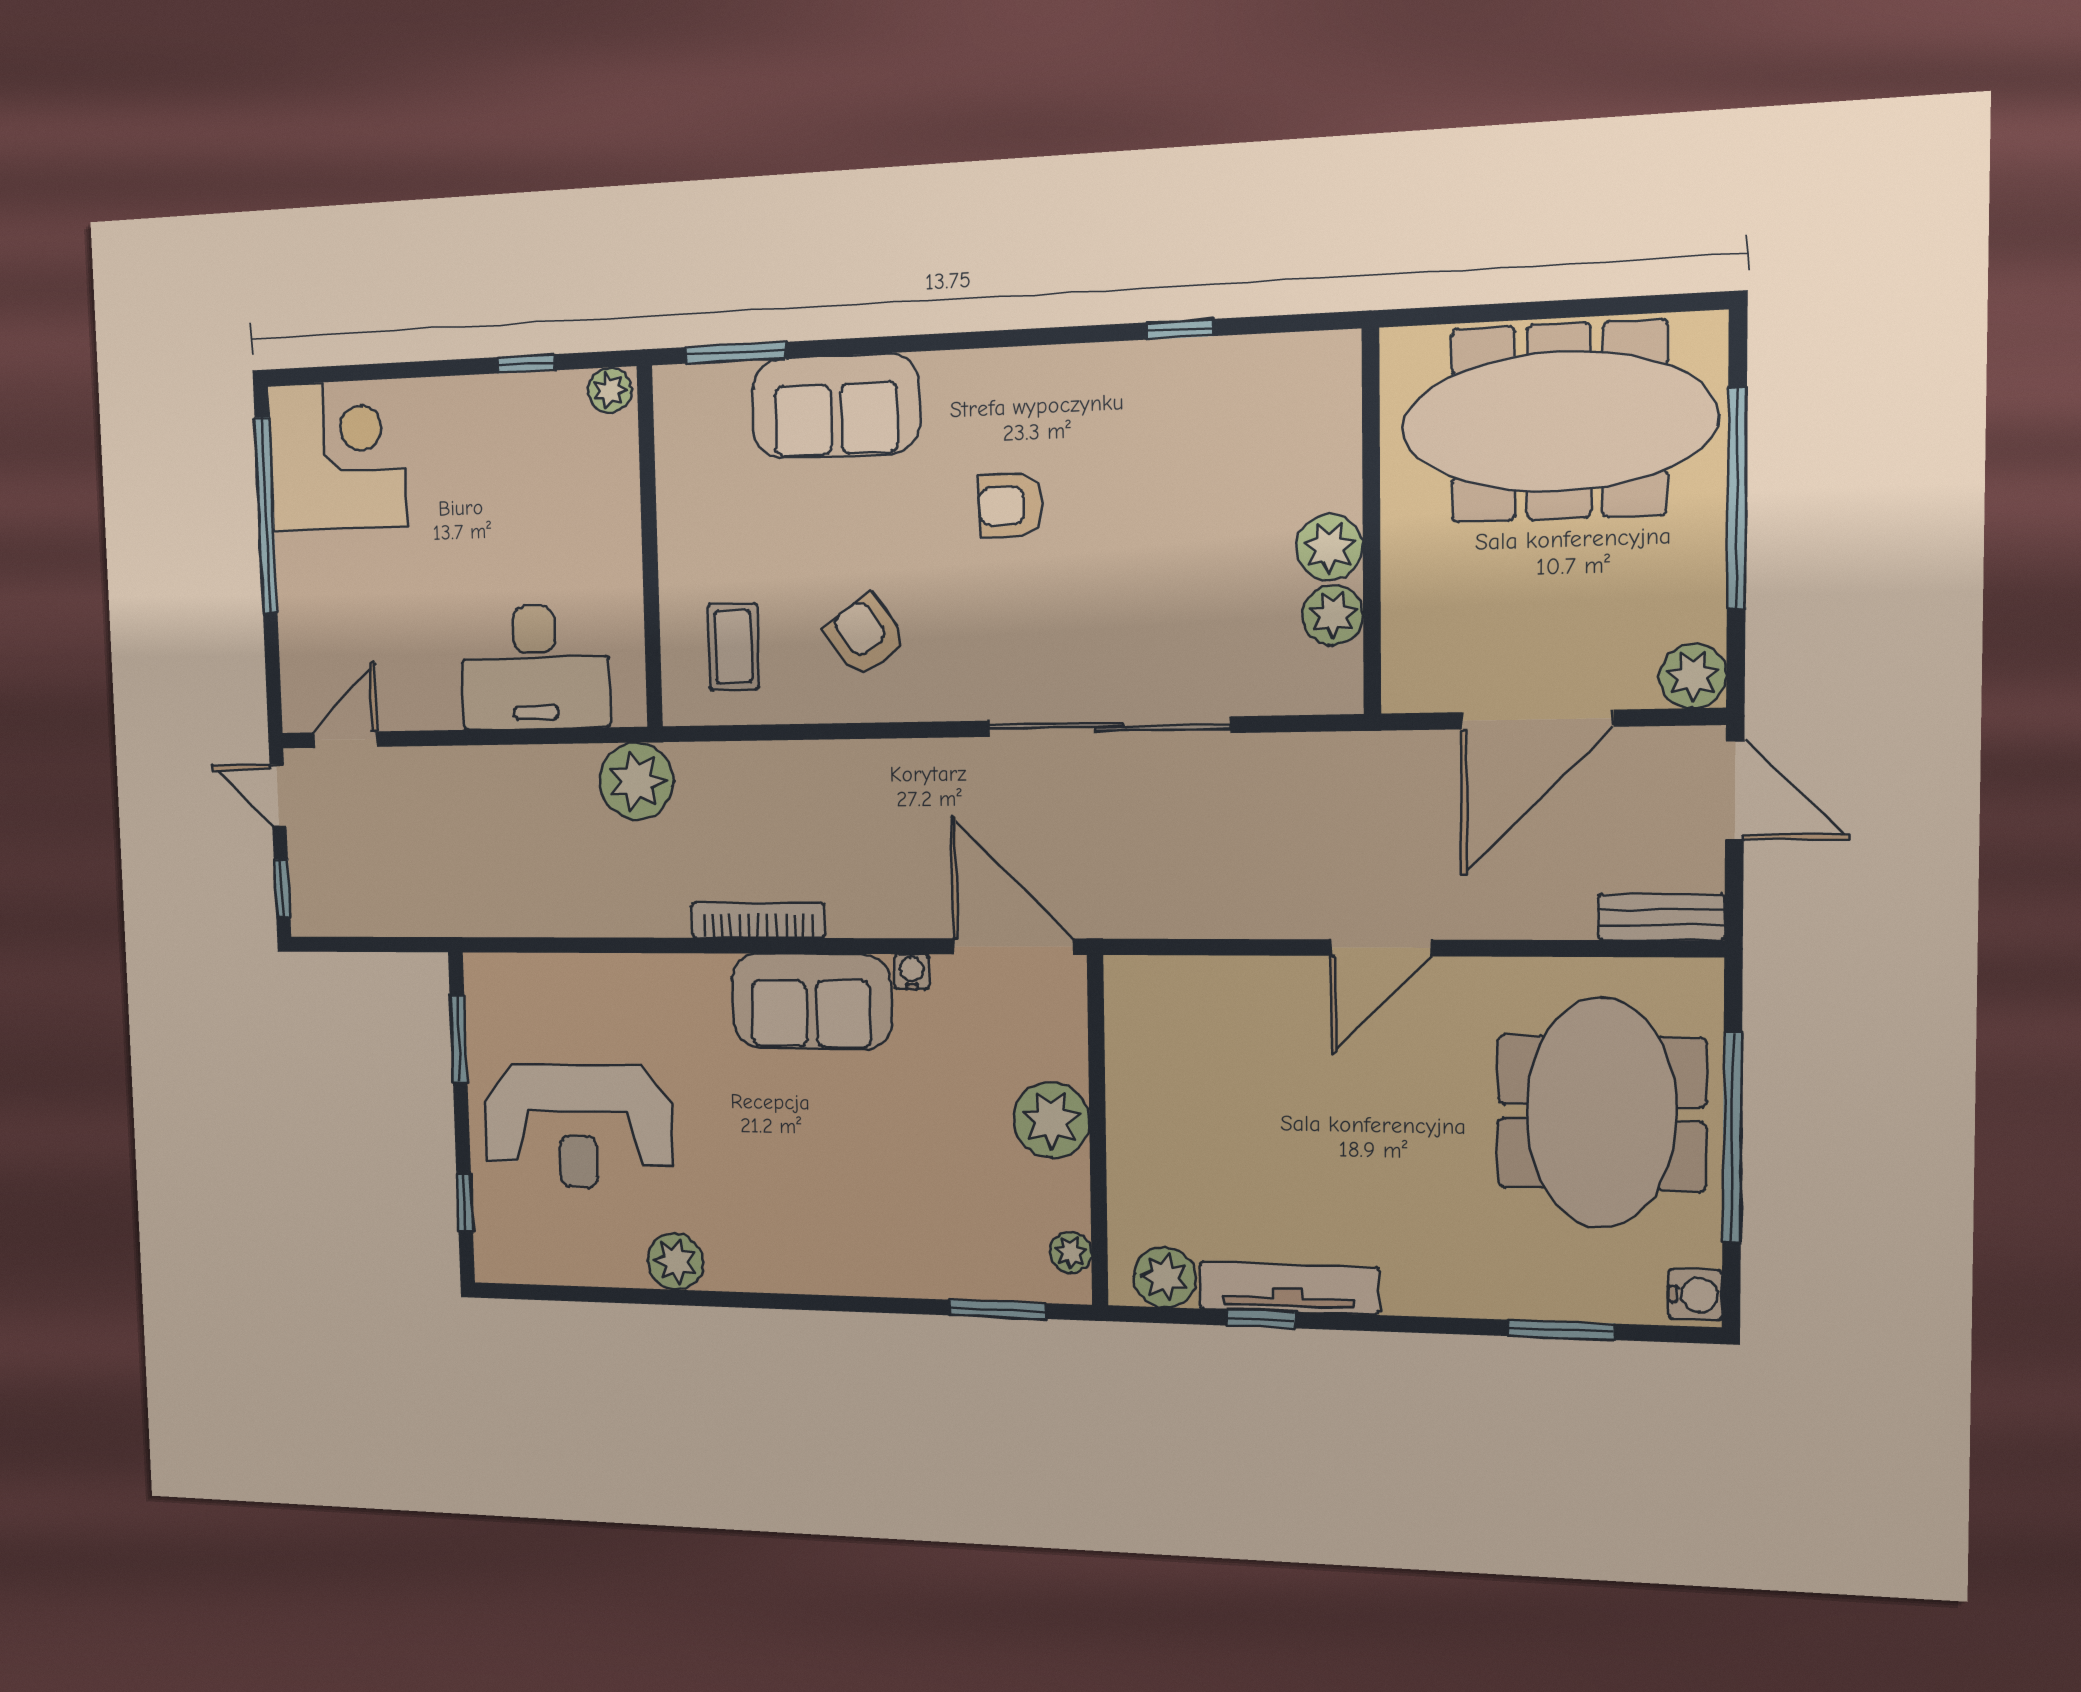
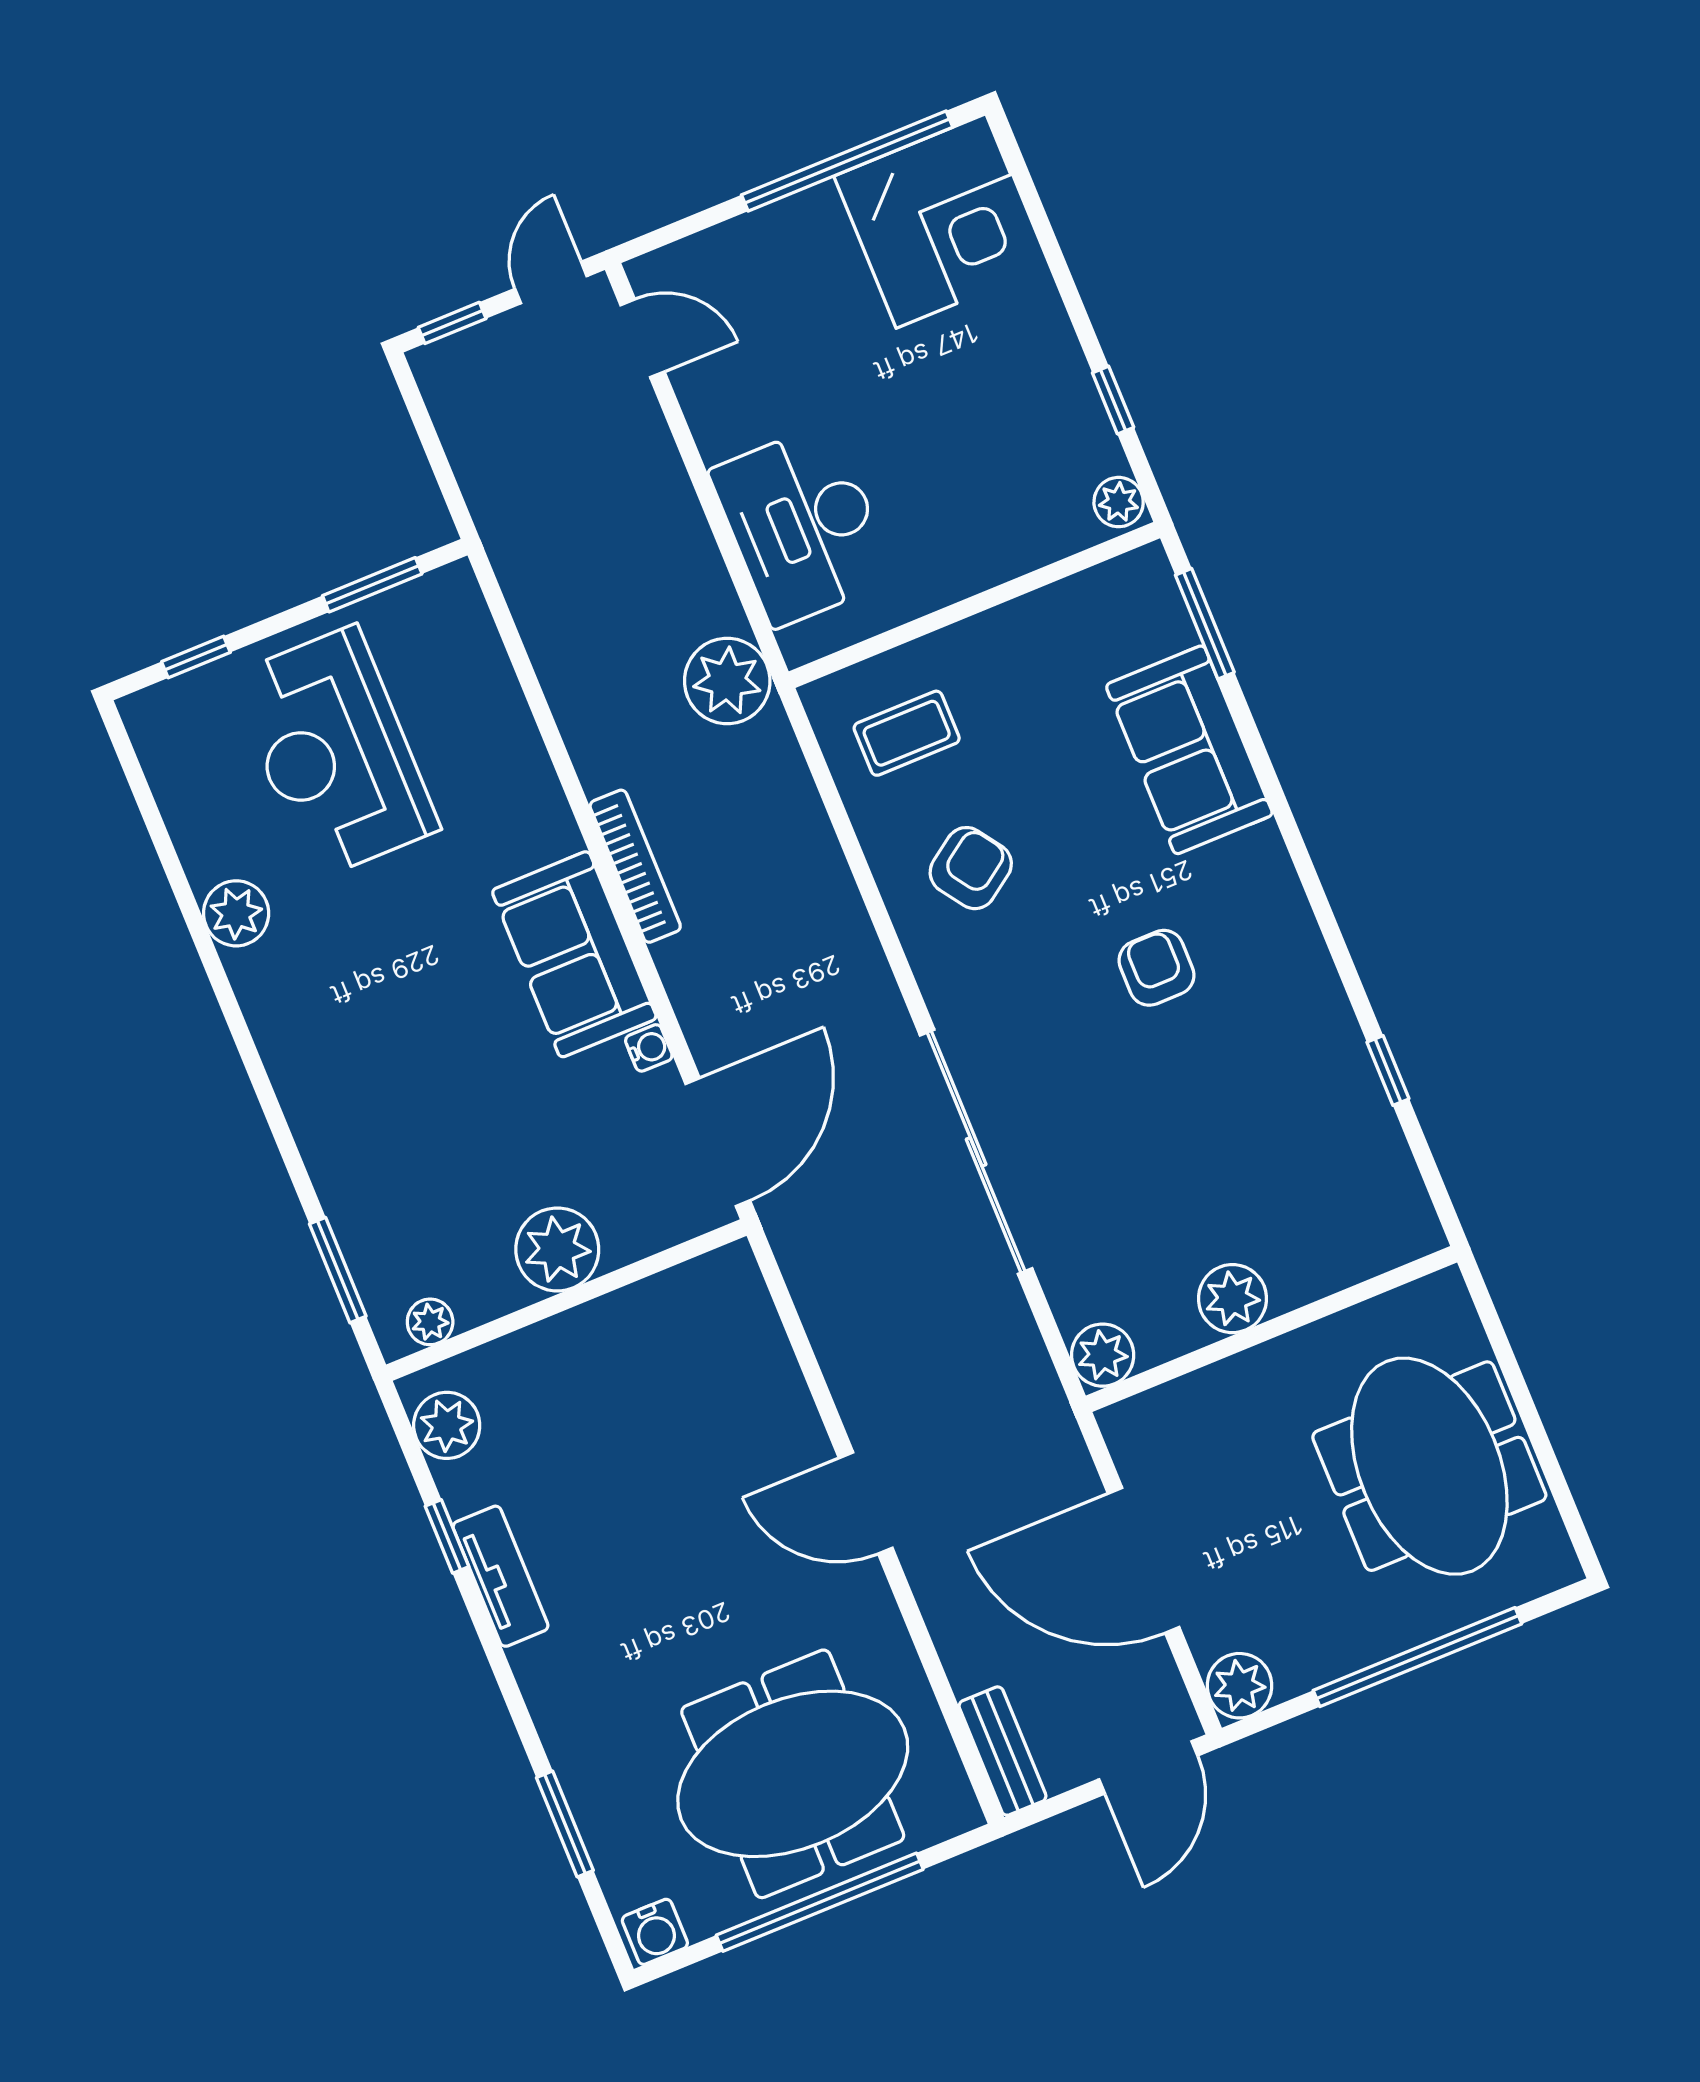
meeting table: (1559, 422) -> (1429, 1466), width x0.73
plant: (1333, 615) -> (1103, 1355), moved
tv unit: (1289, 1288) -> (501, 1576), width x0.71

